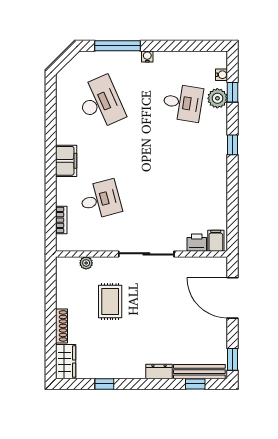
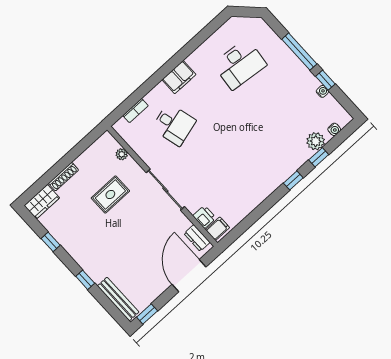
window: (117, 46) -> (299, 52), moved
window: (176, 46) -> (325, 80), added
water cooler: (147, 56) -> (322, 91), moved
window: (232, 92) -> (319, 157), moved
desk: (100, 103) -> (240, 64), turned 30
desk: (183, 103) -> (291, 120), removed
dresser: (159, 371) -> (197, 238), moved, turned 180
window: (195, 384) -> (85, 280), moved

